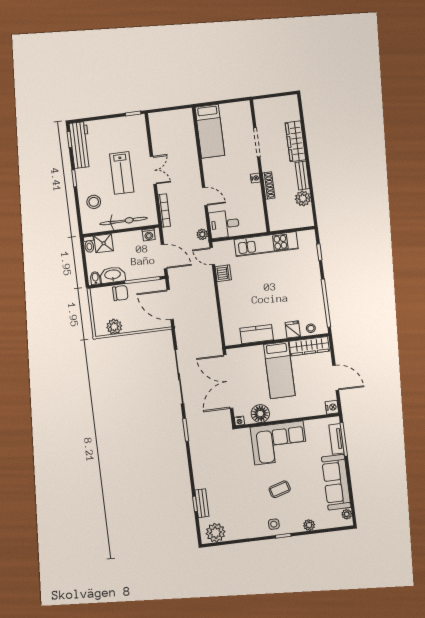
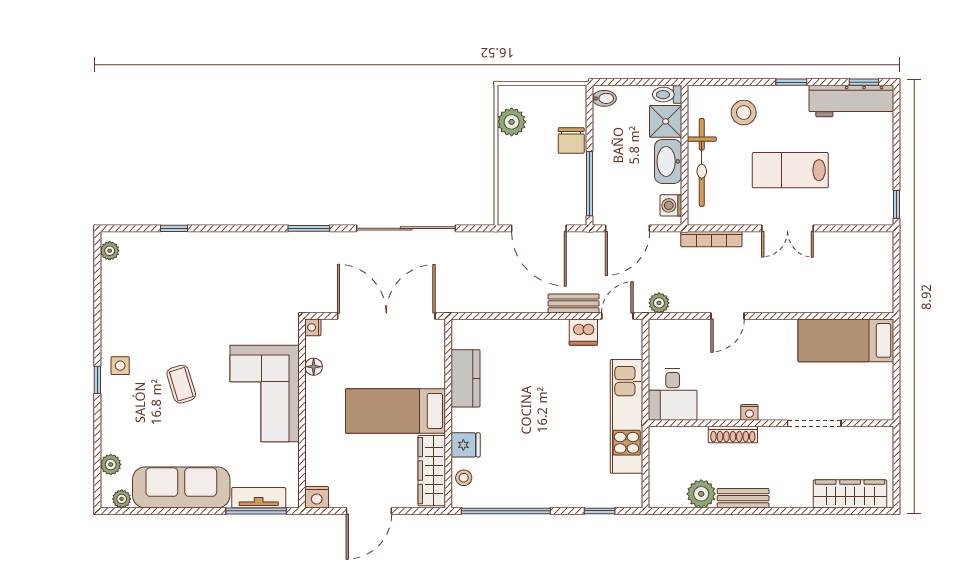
wardrobe: (295, 141) -> (850, 494), moved
desk: (224, 224) -> (673, 394), moved, turned 180
washbasin: (113, 275) -> (668, 161), moved, turned 180
door: (170, 305) -> (539, 228), swing flipped
floor lamp: (260, 414) -> (314, 367), width x0.53, depth x0.53
bench: (202, 503) -> (574, 303), moved
plant: (309, 525) -> (111, 464), moved
plant: (216, 533) -> (110, 251), width x0.53, depth x0.53

